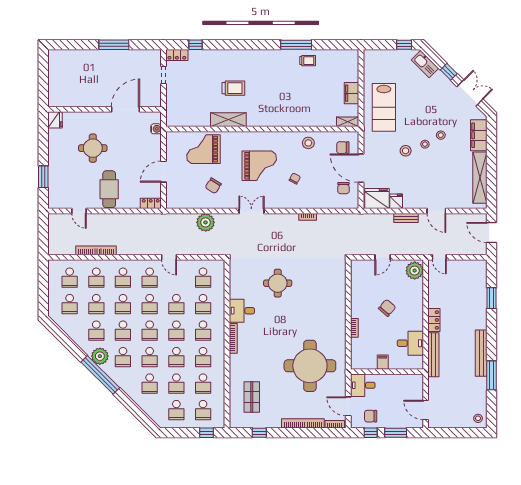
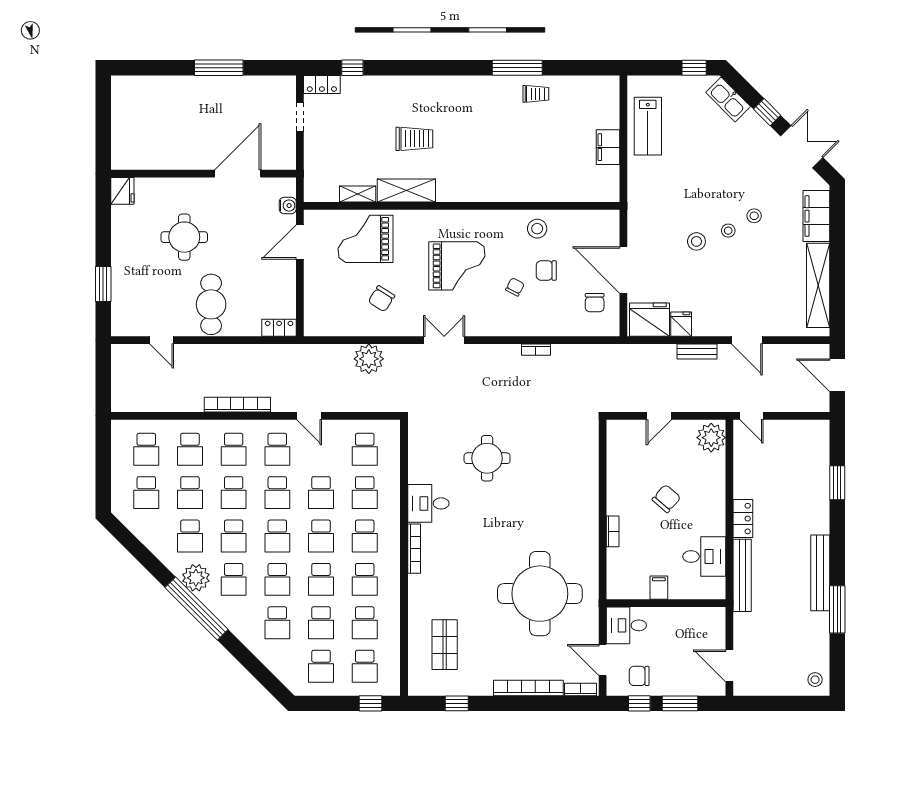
lab bench: (384, 107) -> (648, 126), moved, width x0.73, depth x0.72
shelving: (348, 122) -> (358, 194), moved
chair: (343, 148) -> (546, 271), moved
door: (163, 172) -> (300, 242), moved
bookcase: (96, 250) -> (237, 405), moved

